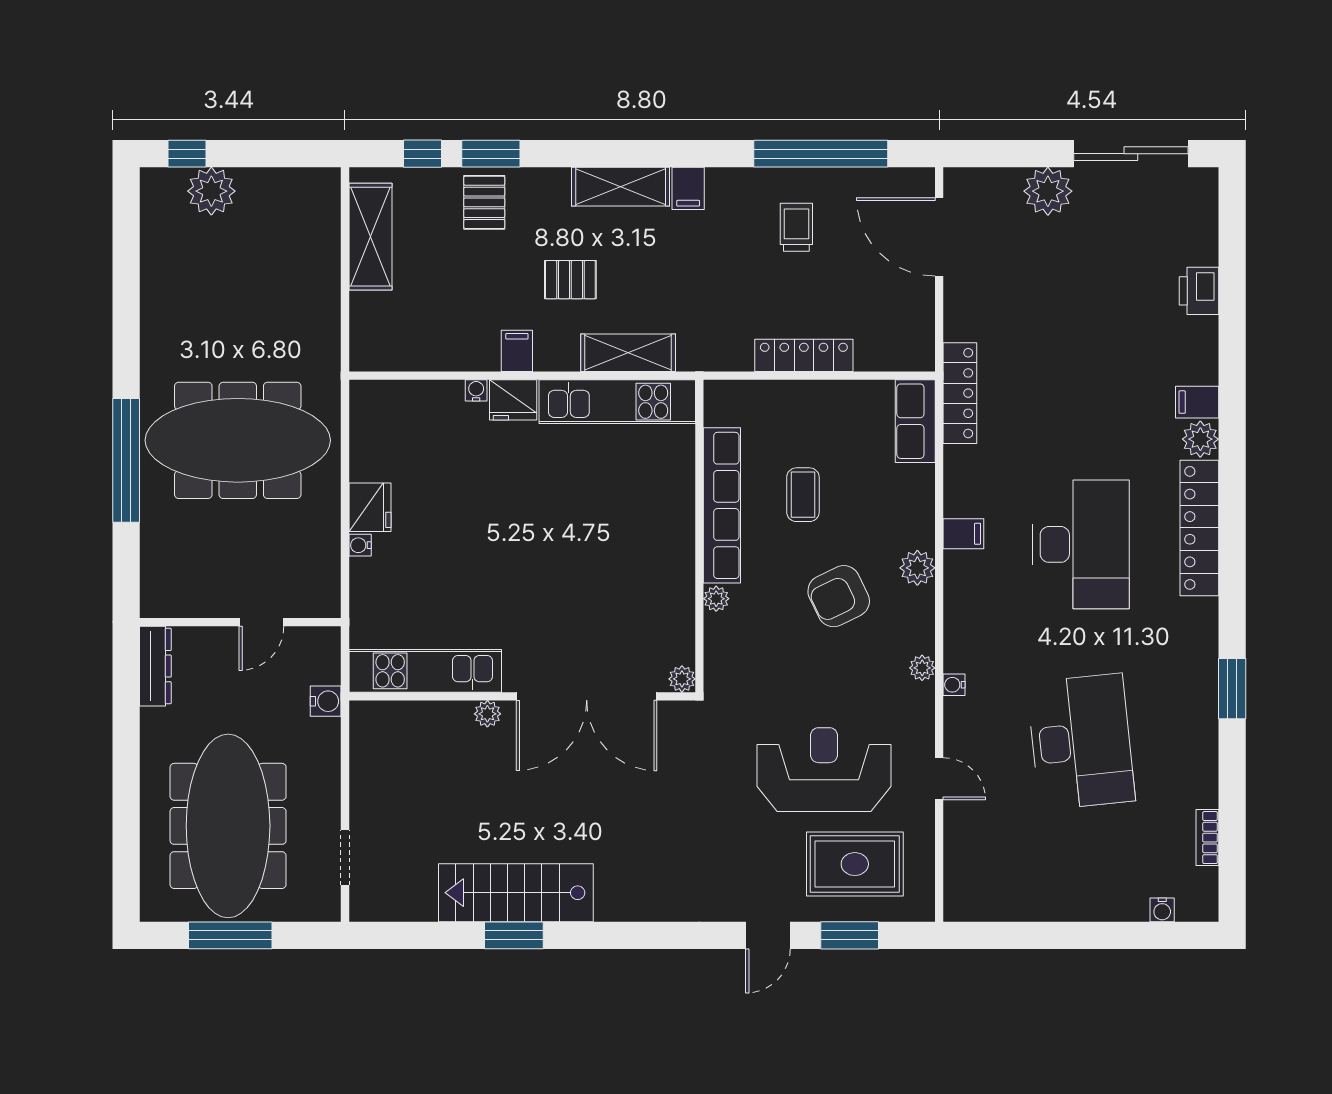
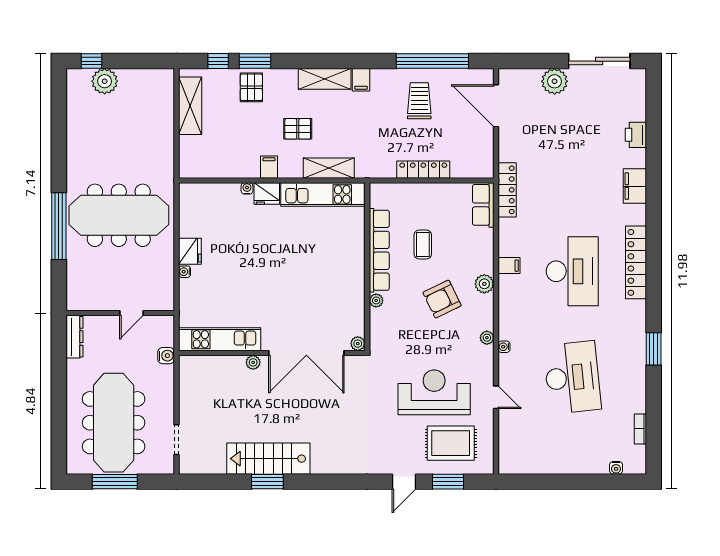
trolley: (796, 227) -> (419, 101), width x1.36, depth x1.39
filing cabinet: (1197, 402) -> (635, 186), width x2.00
plant: (1200, 439) -> (637, 215), removed

